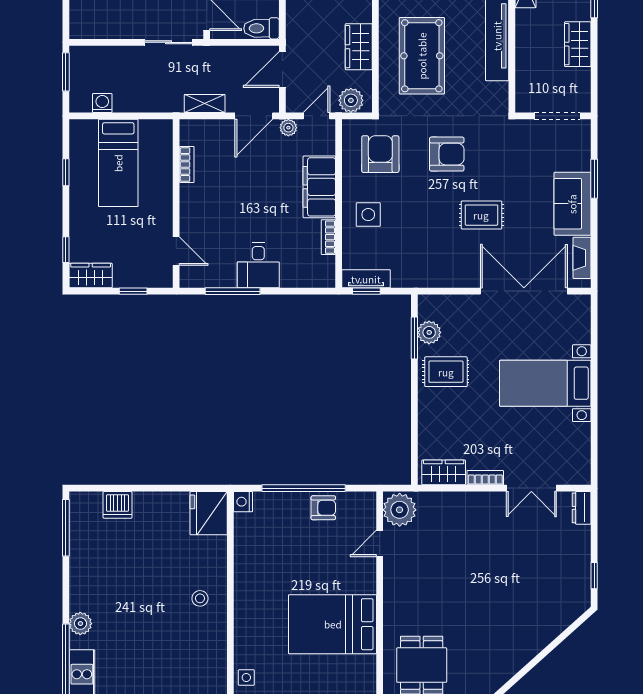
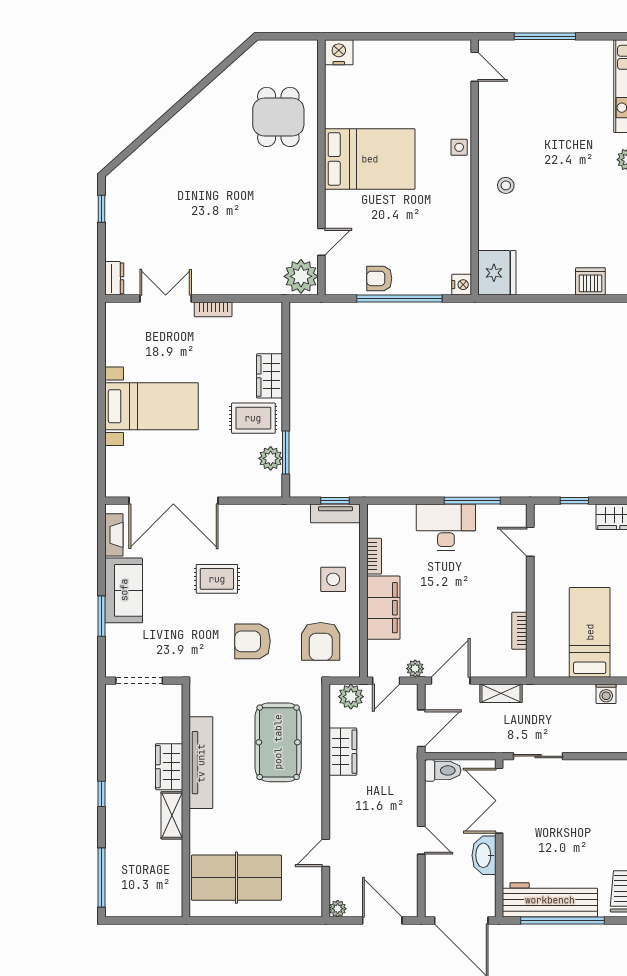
wardrobe: (578, 44) -> (169, 767), moved, turned 180
desk: (258, 265) -> (446, 527), width x1.37
wardrobe: (444, 472) -> (270, 376), moved, turned 90
side table: (246, 678) -> (459, 147), moved

